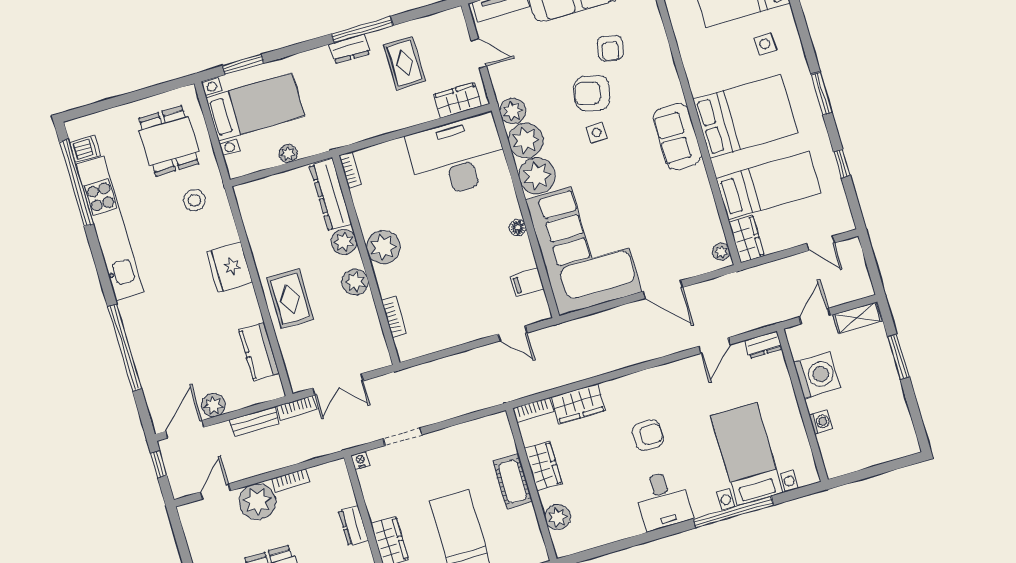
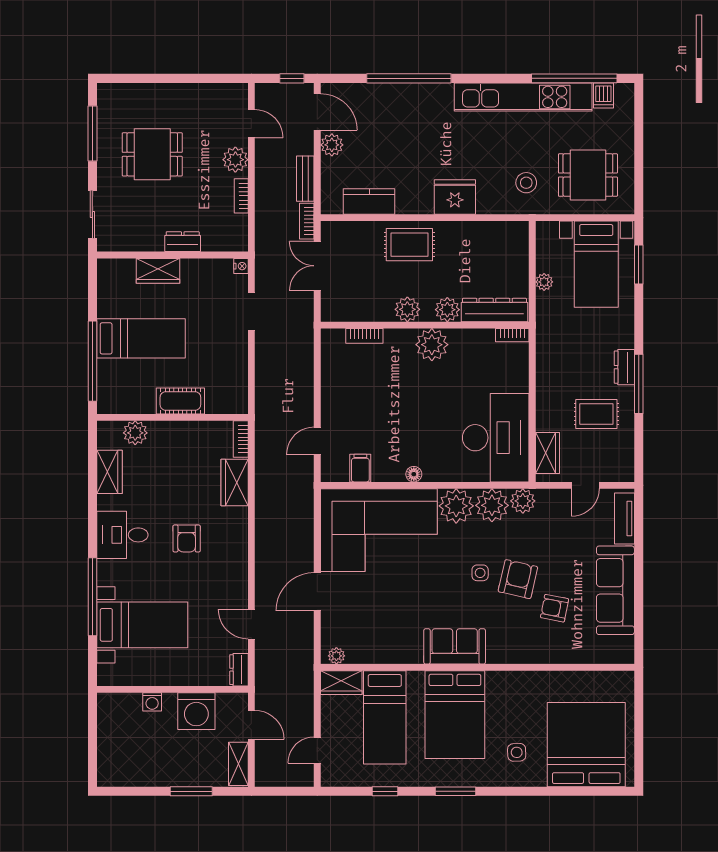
wardrobe: (543, 466) -> (109, 472), moved, turned -90
plant: (257, 502) -> (235, 160), width x0.73, depth x0.73

